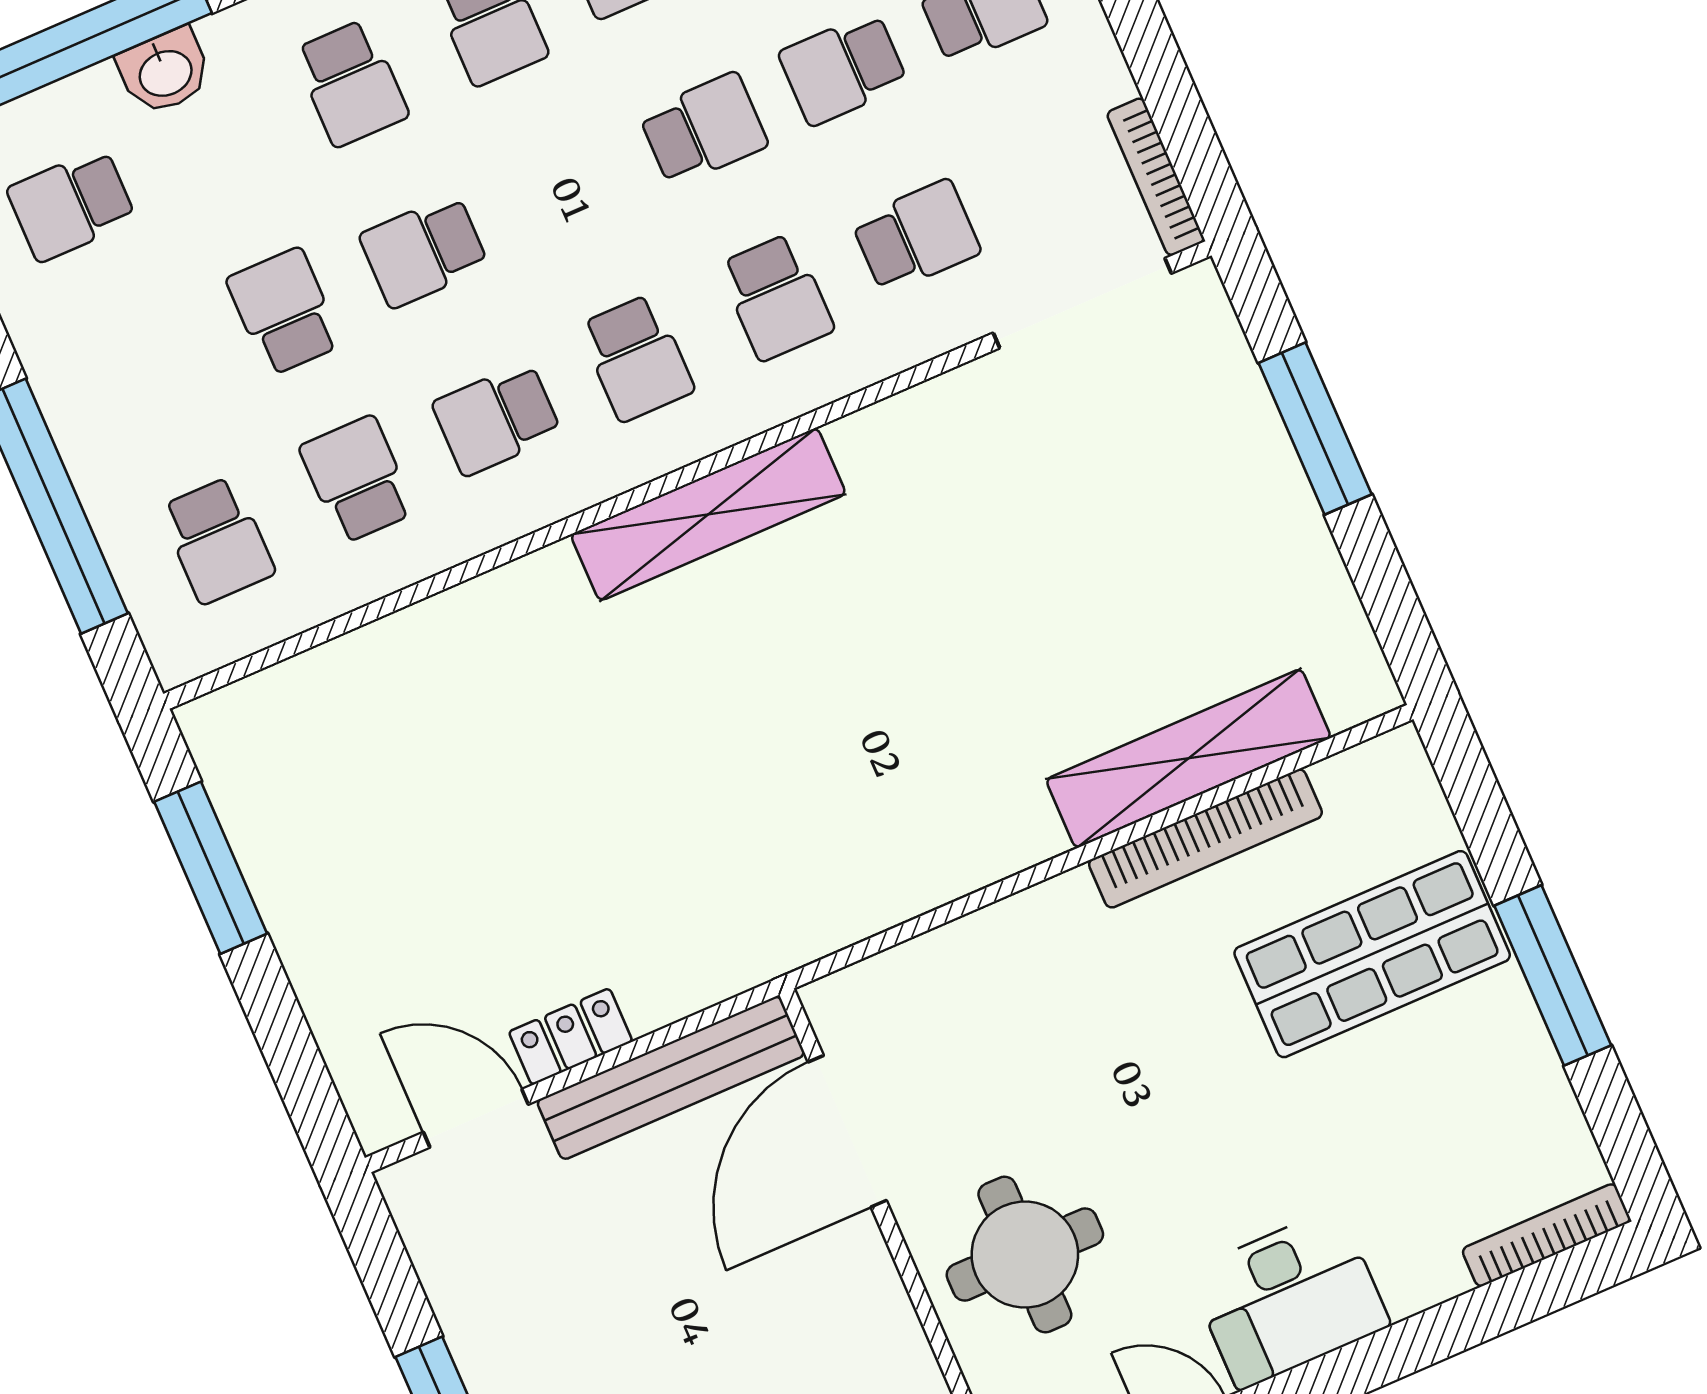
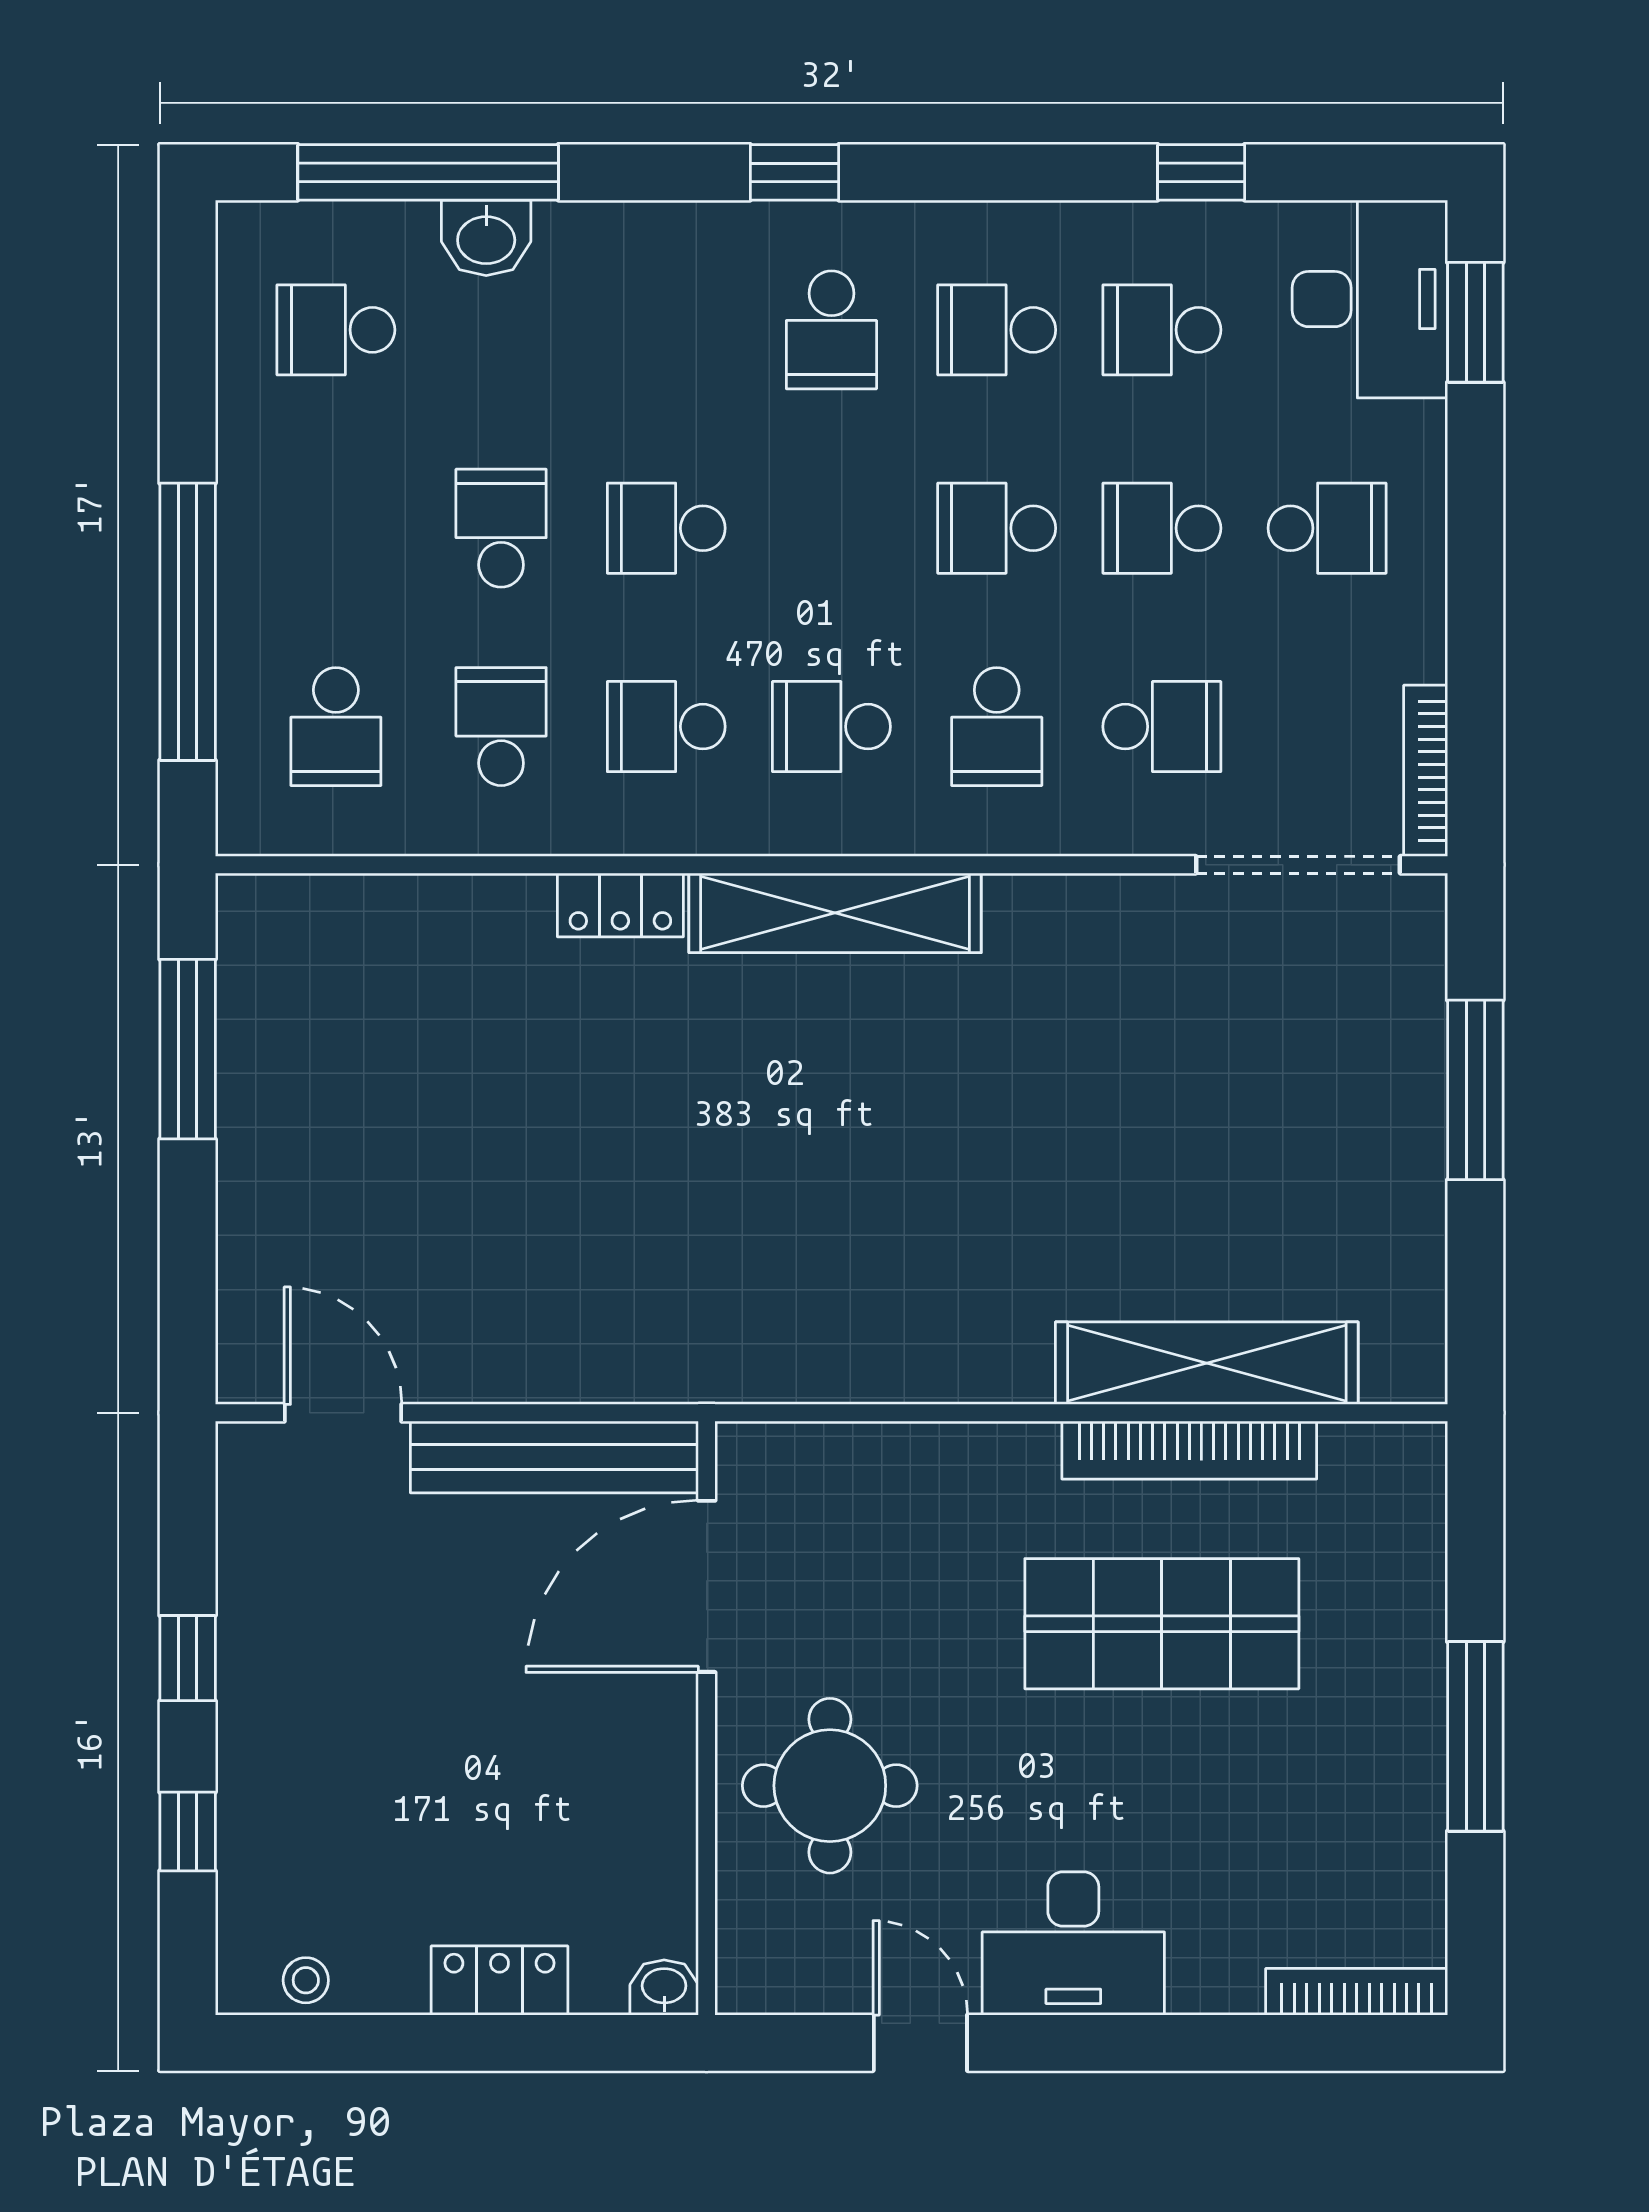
school desk: (351, 83) -> (666, 330), removed
school desk: (703, 129) -> (997, 528), turned 180
school desk: (637, 358) -> (831, 727), turned 90
shop shelf: (1372, 954) -> (1162, 1624), moved
locker: (571, 1037) -> (620, 905), moved, turned 180

